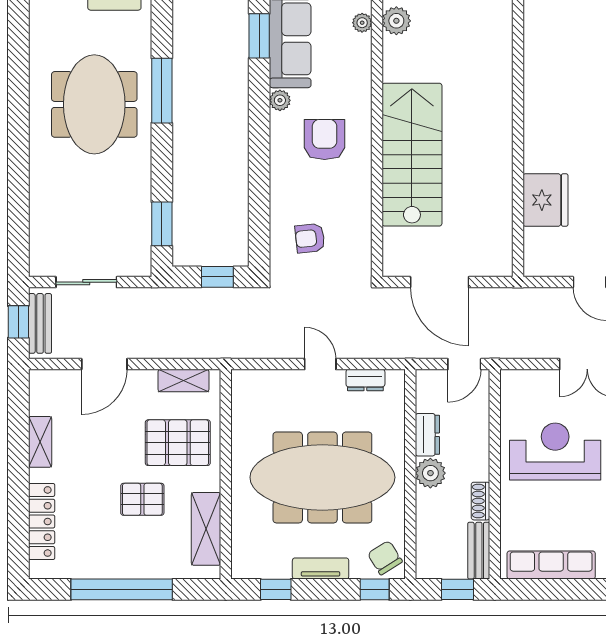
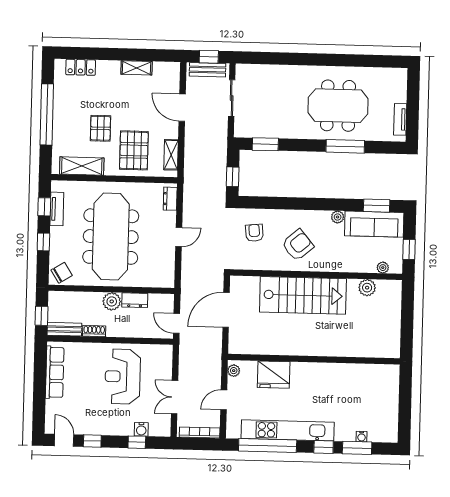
plant: (396, 21) -> (367, 288), moved
armchair: (325, 140) -> (298, 245), moved, turned -40
plant: (540, 267) -> (234, 371), added
dresser: (365, 380) -> (170, 199), moved
reception desk: (555, 452) -> (123, 376), turned 180
locker: (42, 521) -> (81, 67), width x0.66
tv unit: (321, 569) -> (57, 209), moved
window: (375, 589) -> (43, 242), moved

